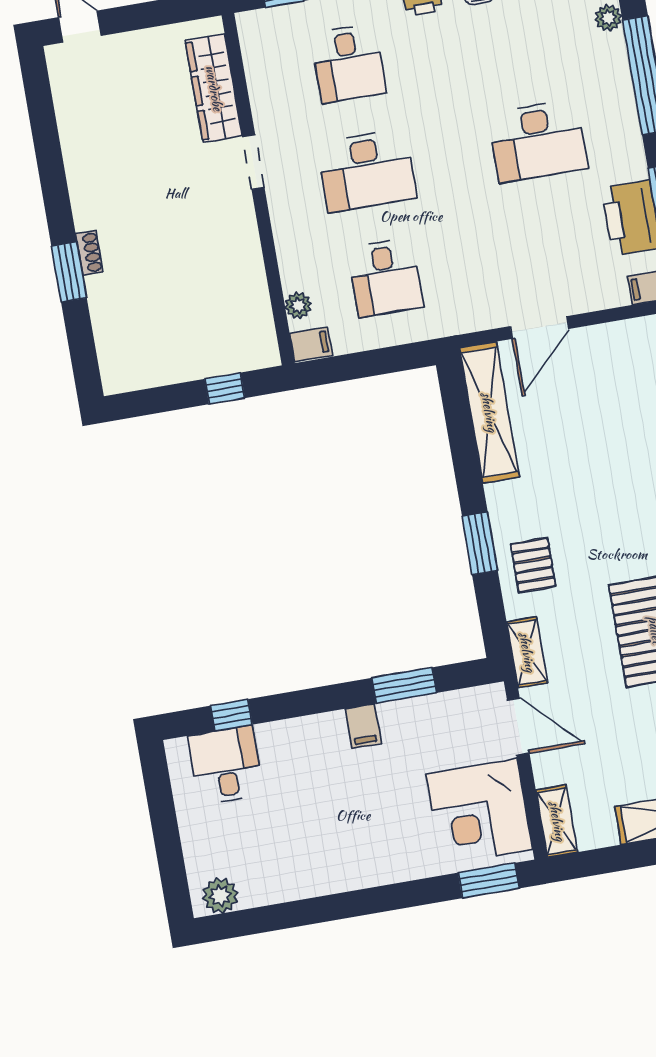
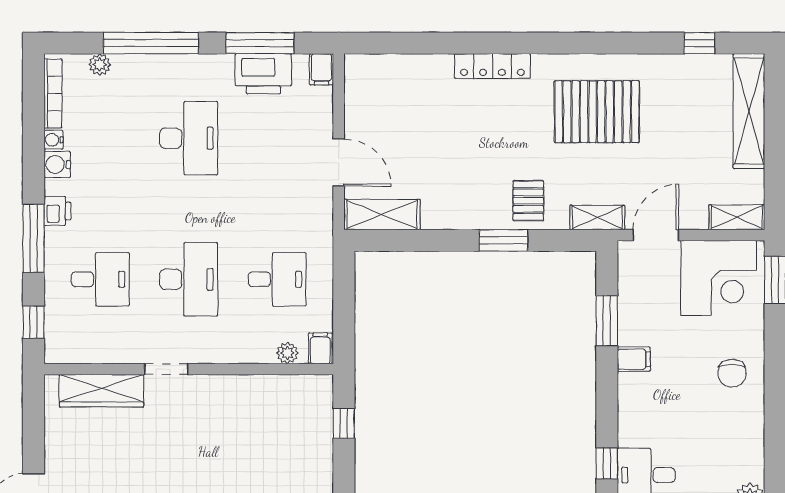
shelving: (489, 412) -> (382, 215), width x0.68
pallet: (533, 565) -> (528, 201), turned 90
chair: (367, 848) -> (732, 373), added

